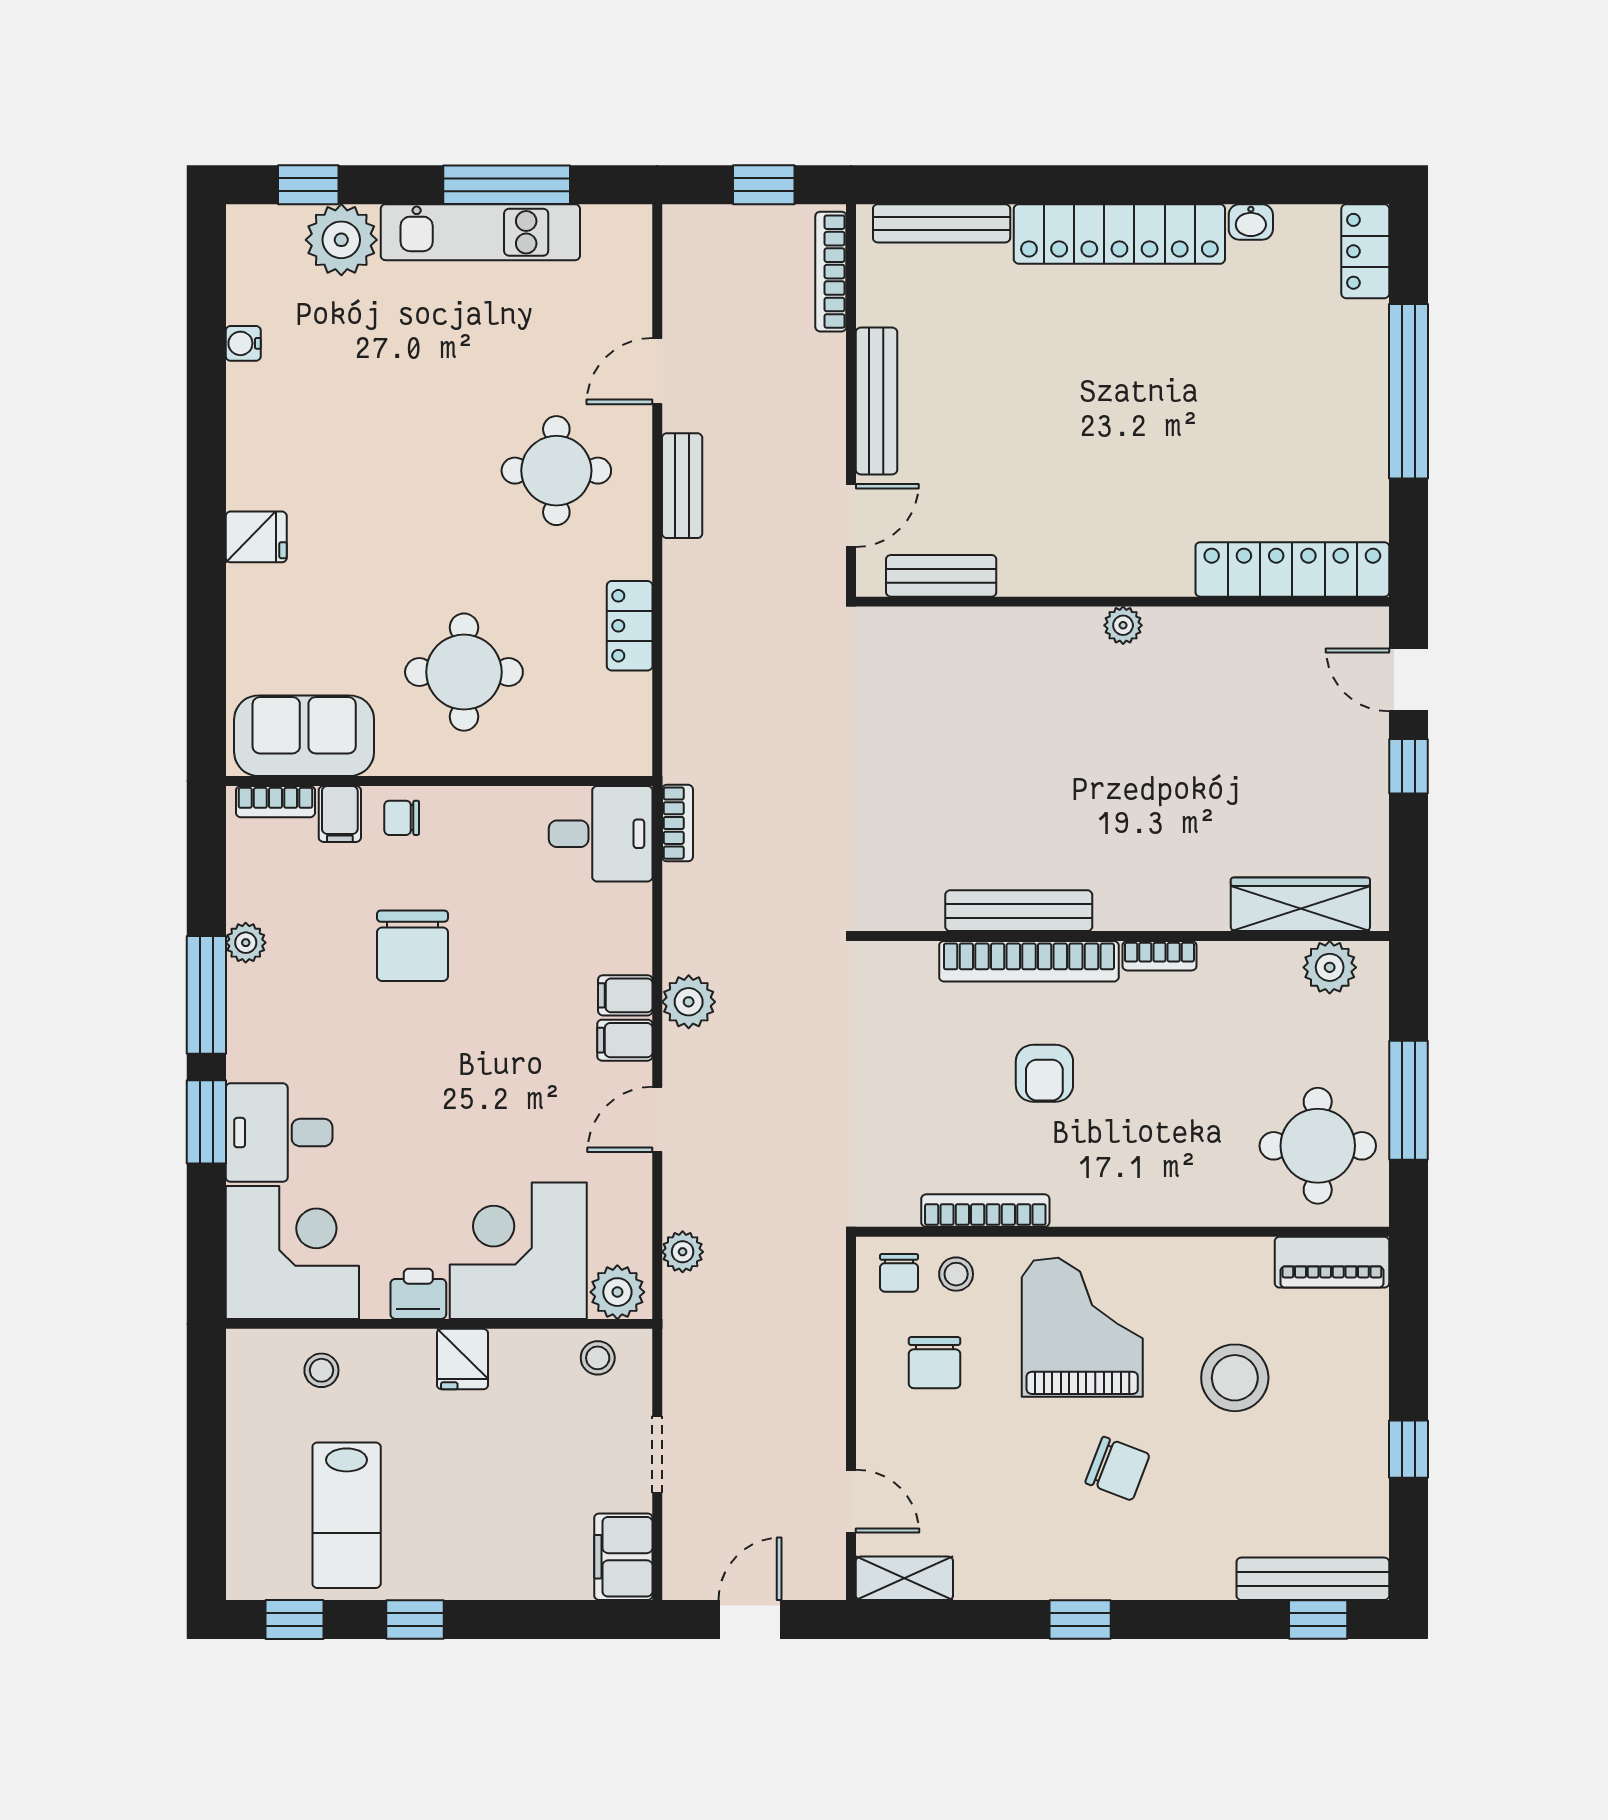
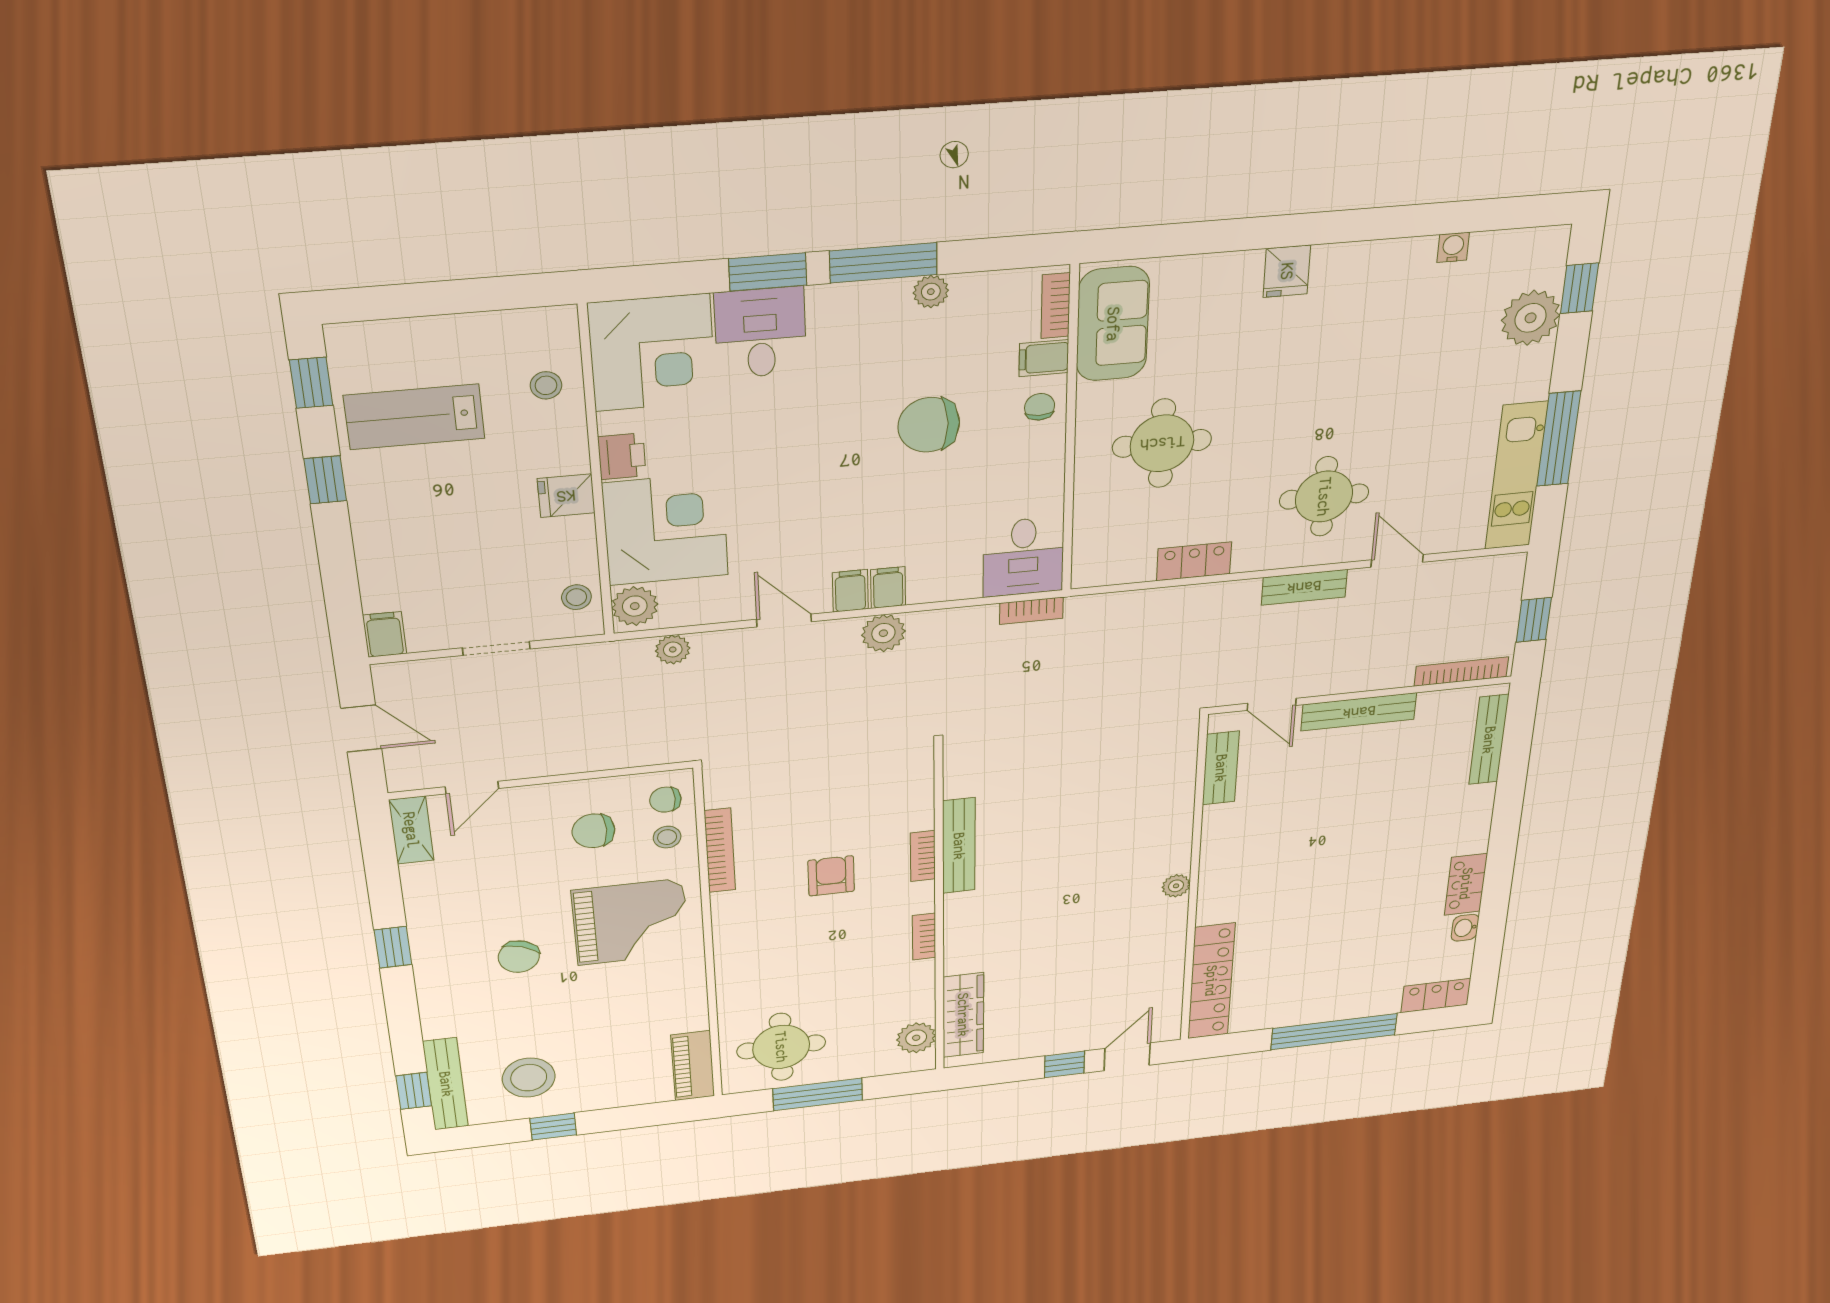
kitchen unit: (480, 232) -> (1516, 476), moved
locker: (1119, 234) -> (1466, 884), width x0.46, depth x0.83
bookcase: (1029, 961) -> (923, 856), width x0.43, depth x0.76
armchair: (1044, 1073) -> (831, 876), turned 90
stool: (1235, 1378) -> (529, 1078), moved
filing cabinet: (623, 1557) -> (385, 634), width x0.50

